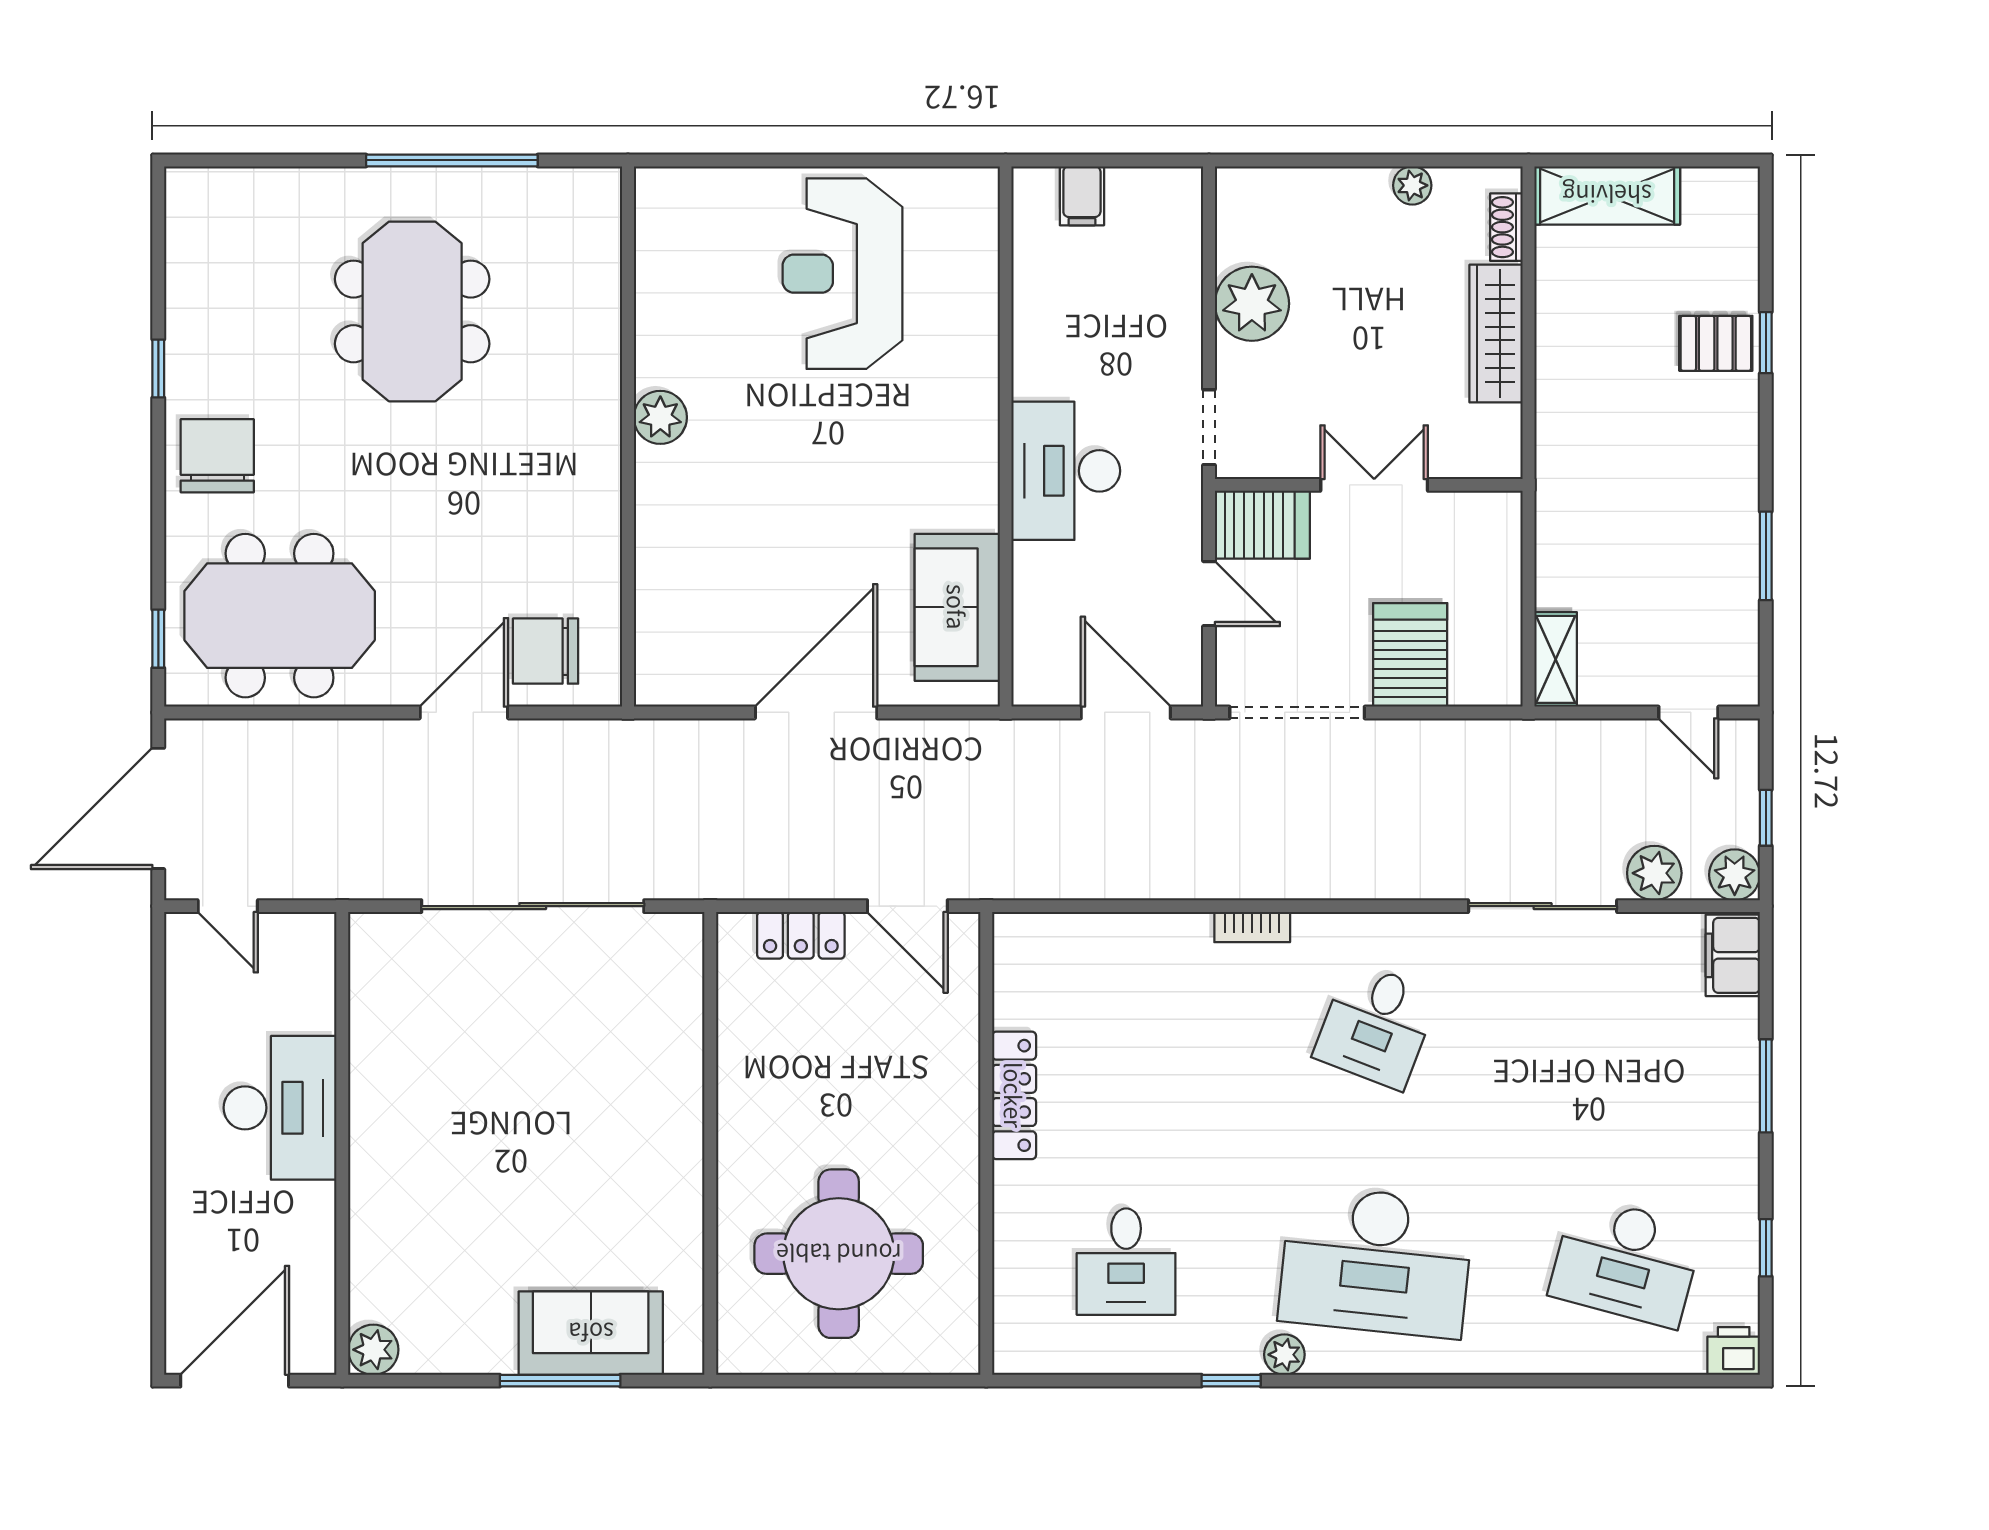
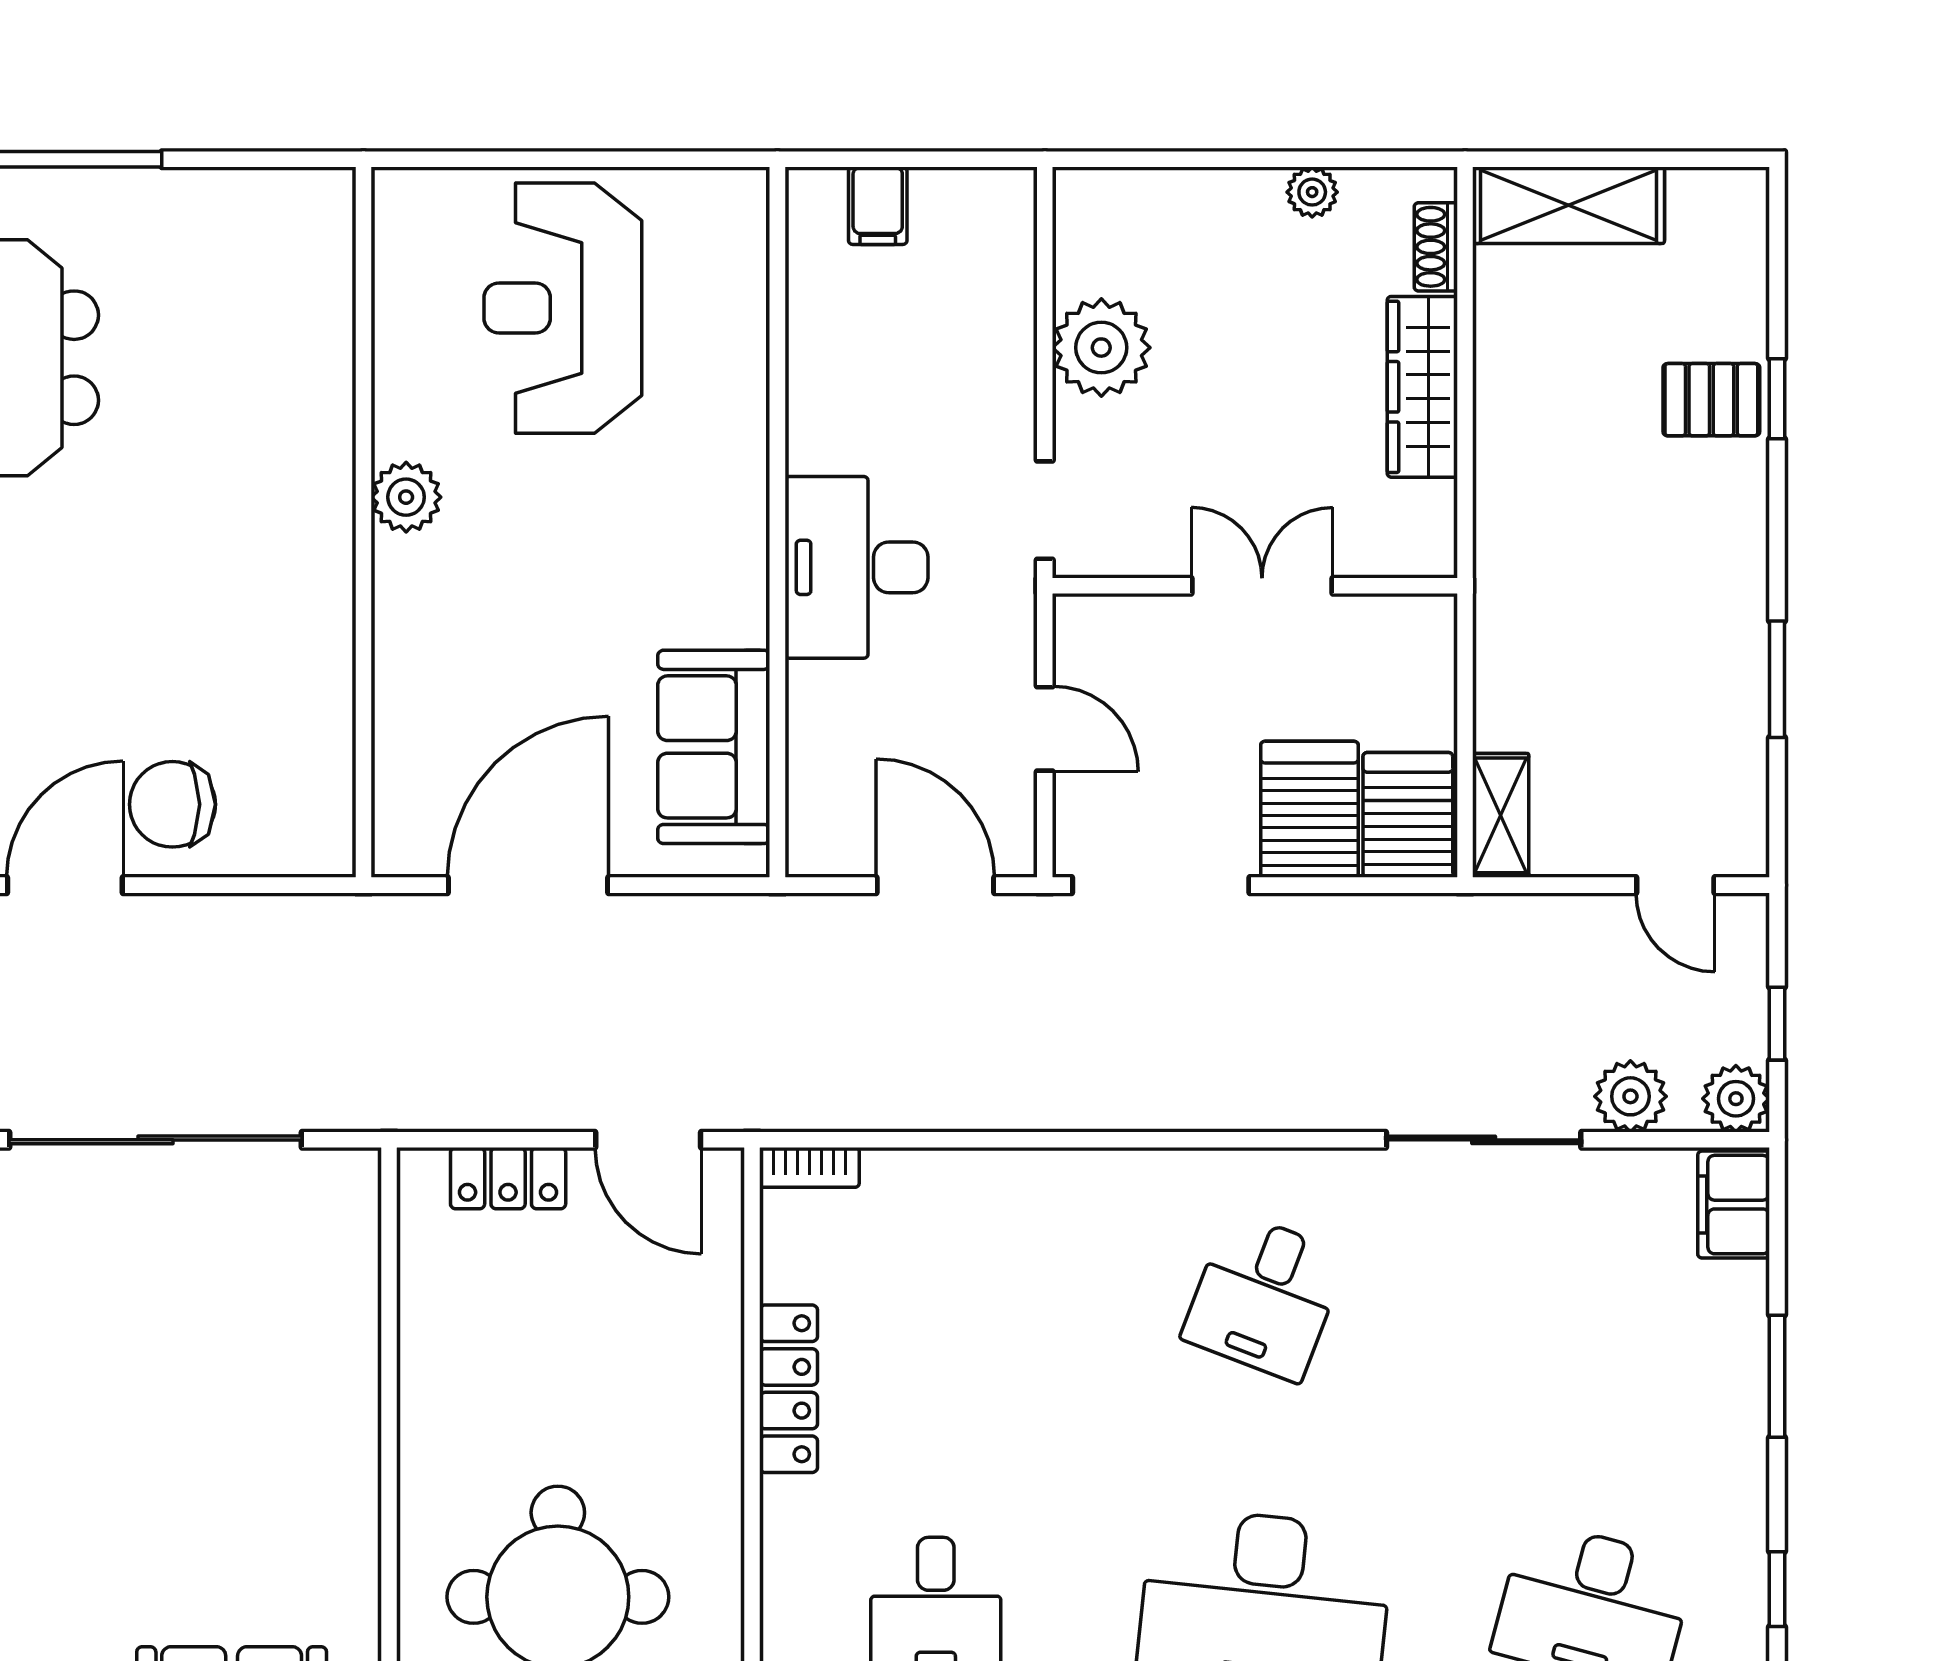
plant: (660, 417) -> (406, 497), moved
wall: (628, 436) -> (363, 522), moved
server rack: (1262, 525) -> (1408, 815), moved, turned -90
bookcase: (1252, 927) -> (809, 1167), moved

